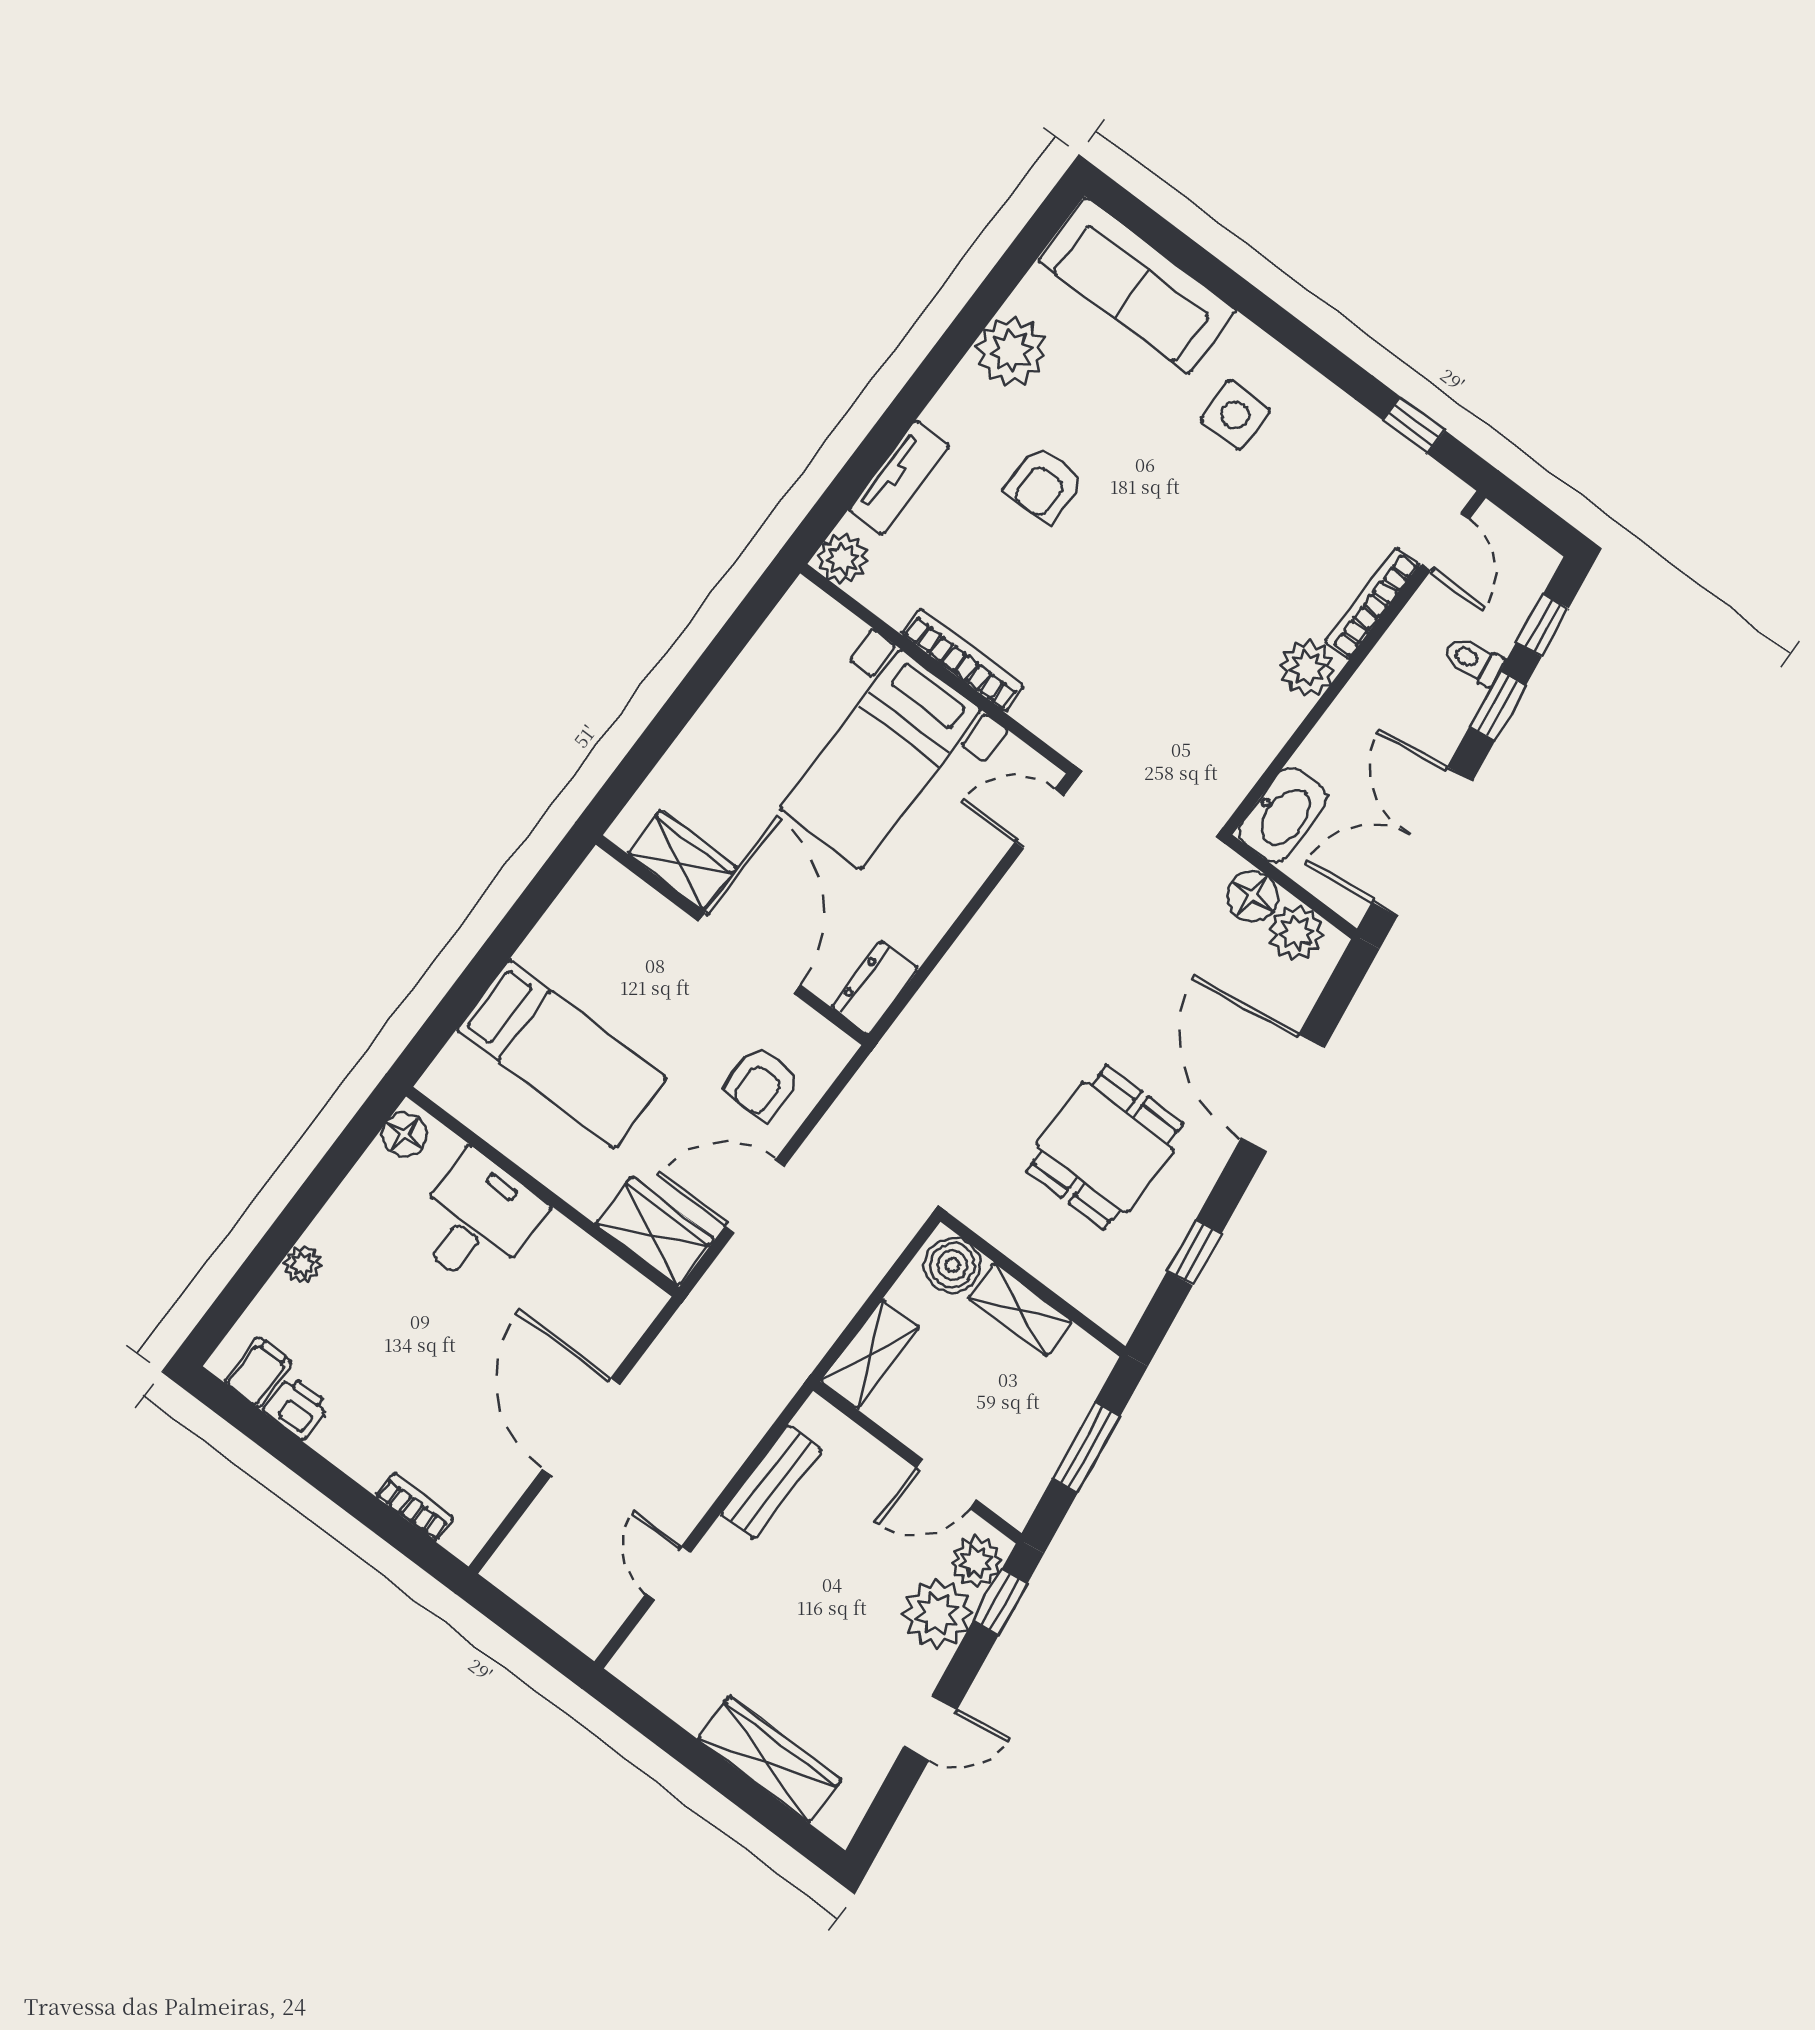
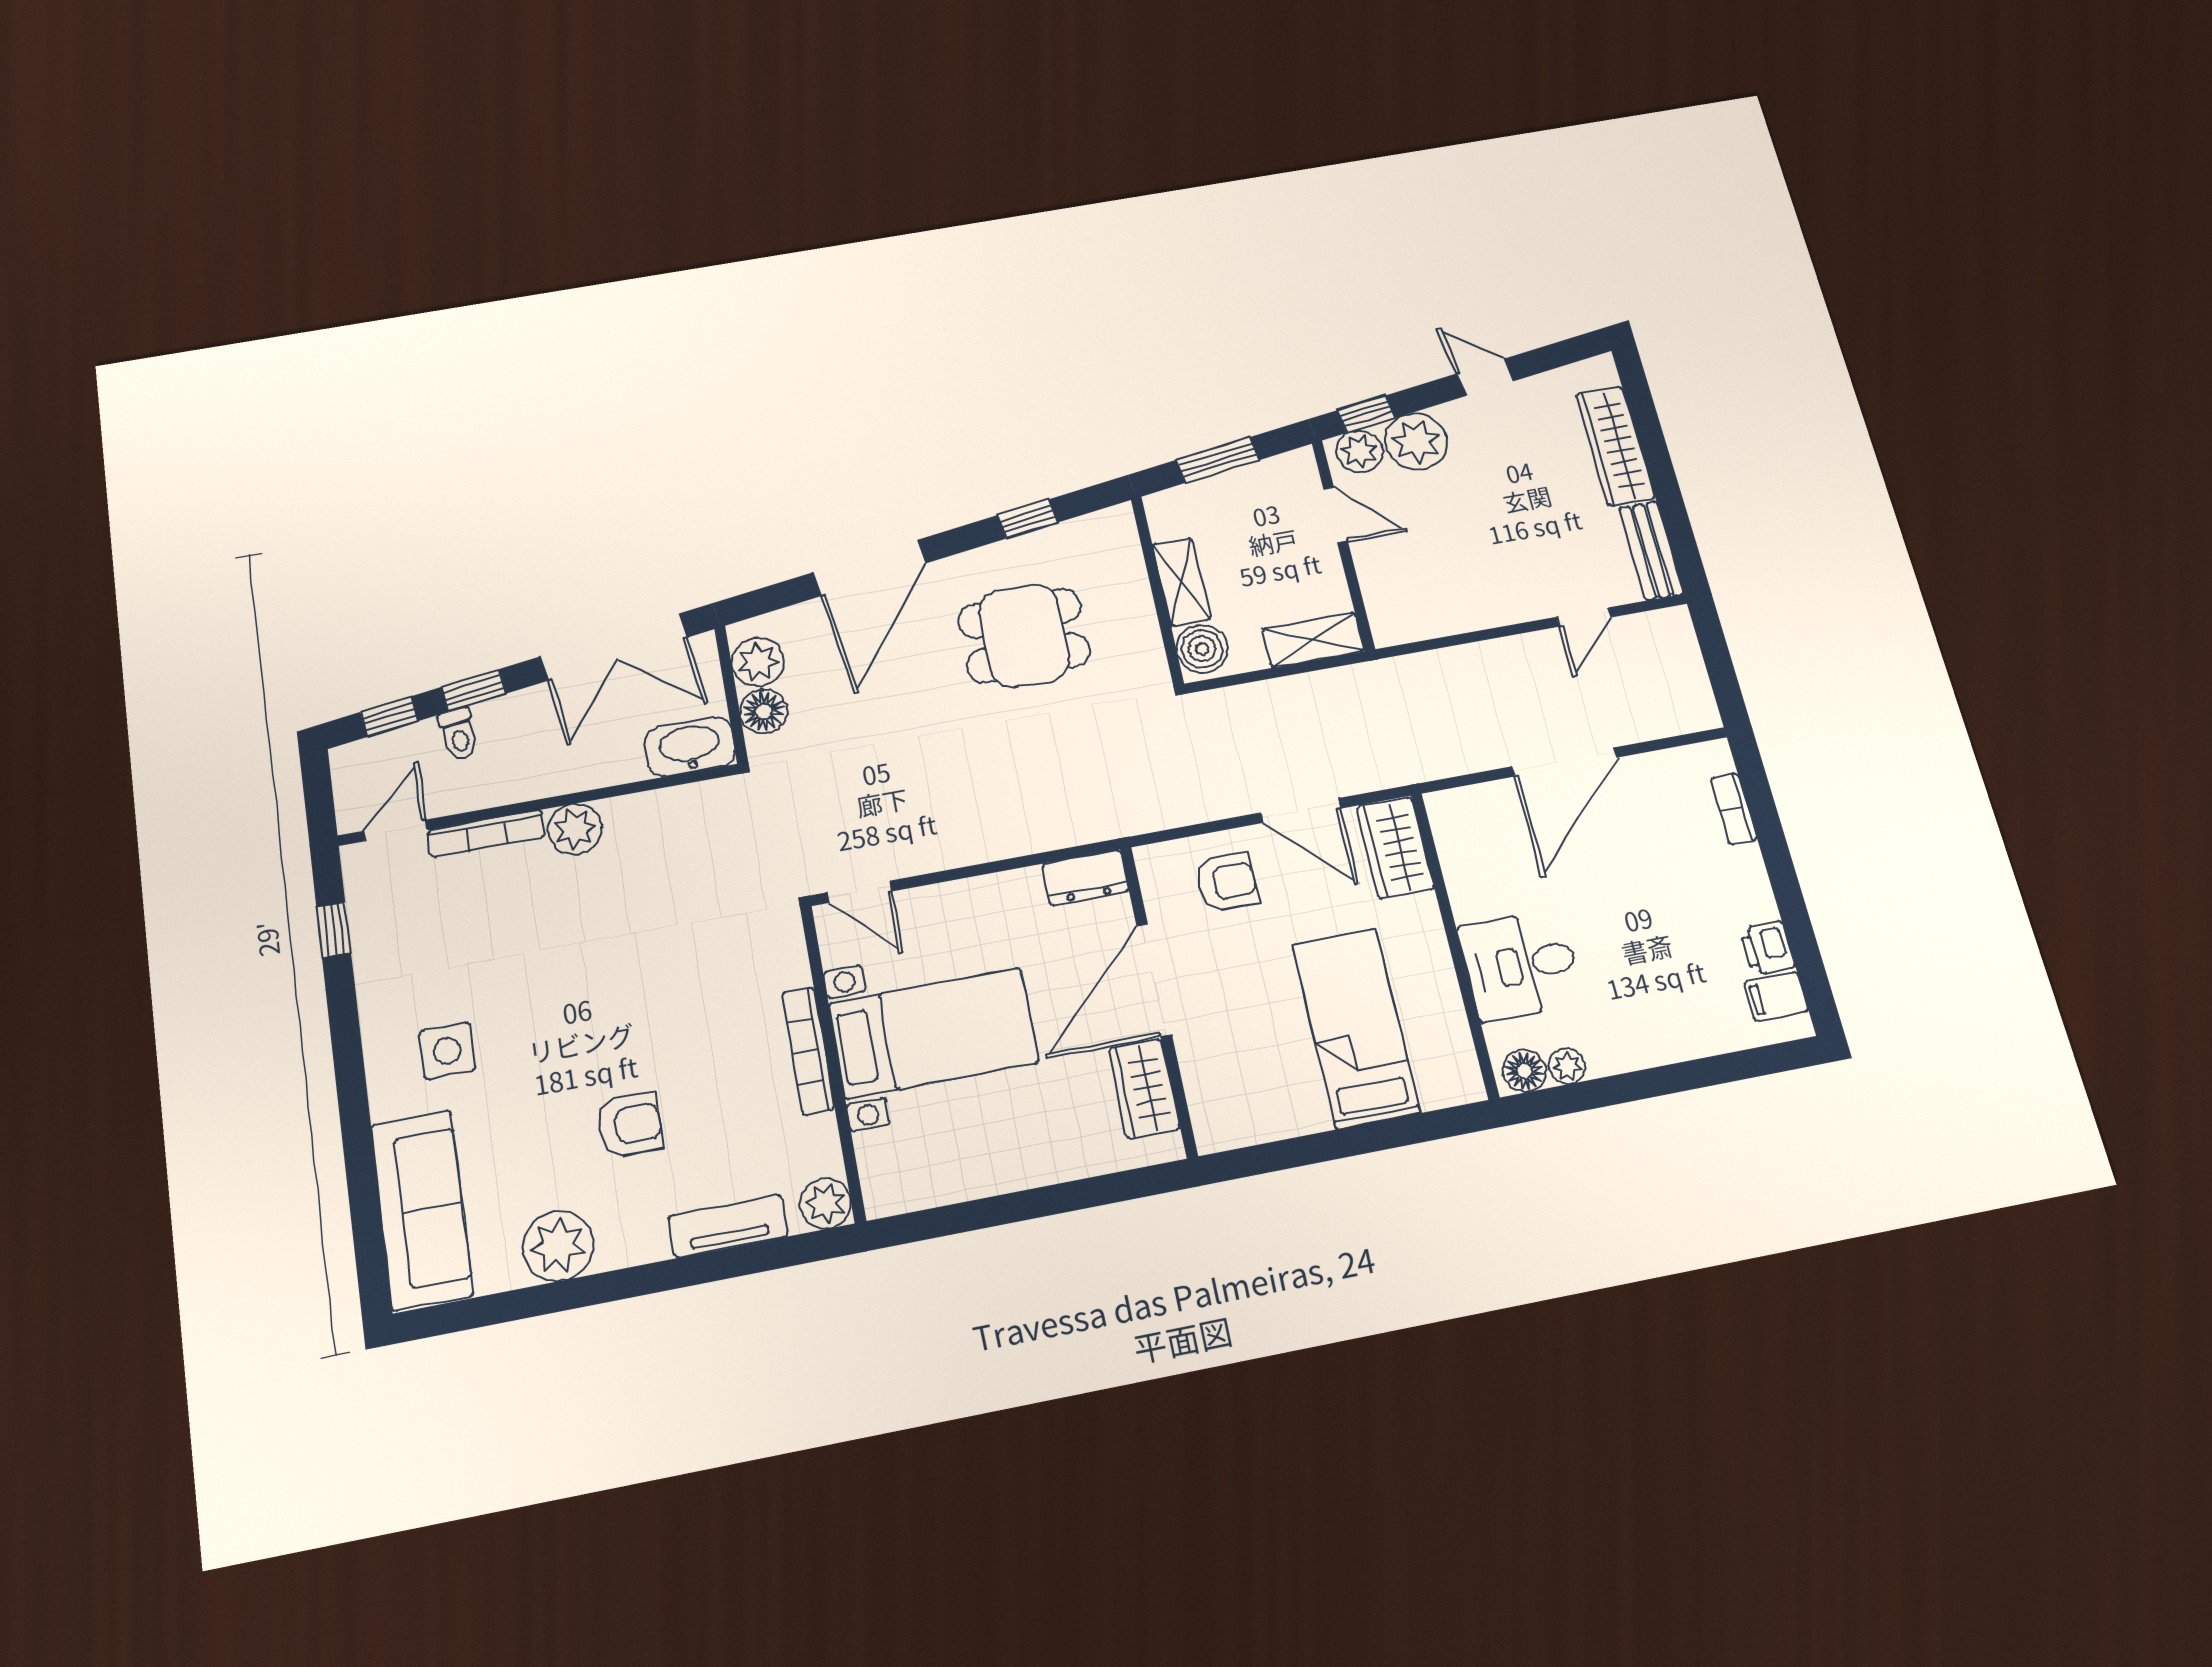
plant: (303, 1264) -> (1567, 1066), moved
bench: (771, 1482) -> (1651, 551), moved, turned 90

